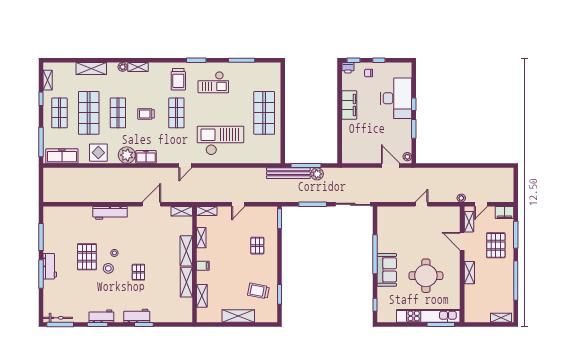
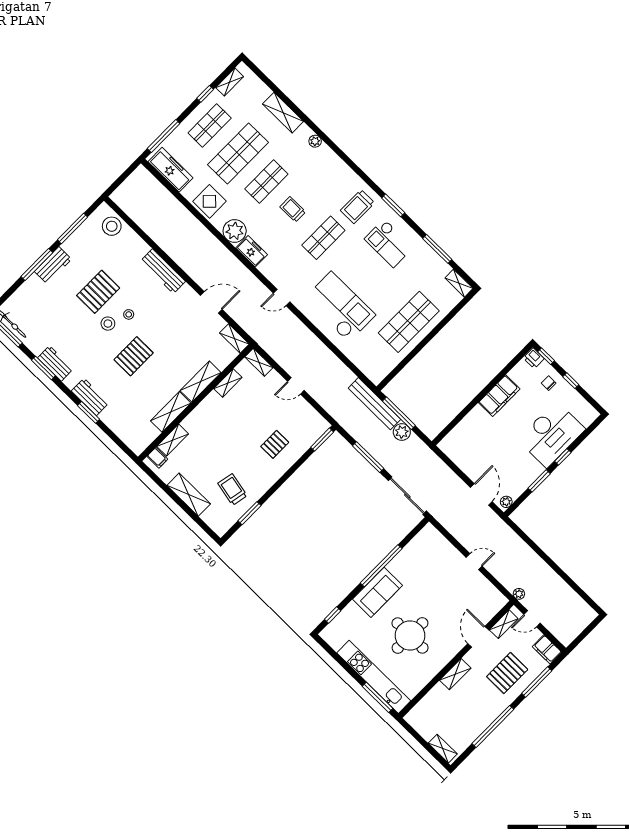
shelving: (138, 67) -> (459, 283), moved
stool: (60, 216) -> (112, 226), added
filing cabinet: (203, 266) -> (157, 458), moved
pallet: (138, 272) -> (134, 356), width x1.50, depth x1.42

